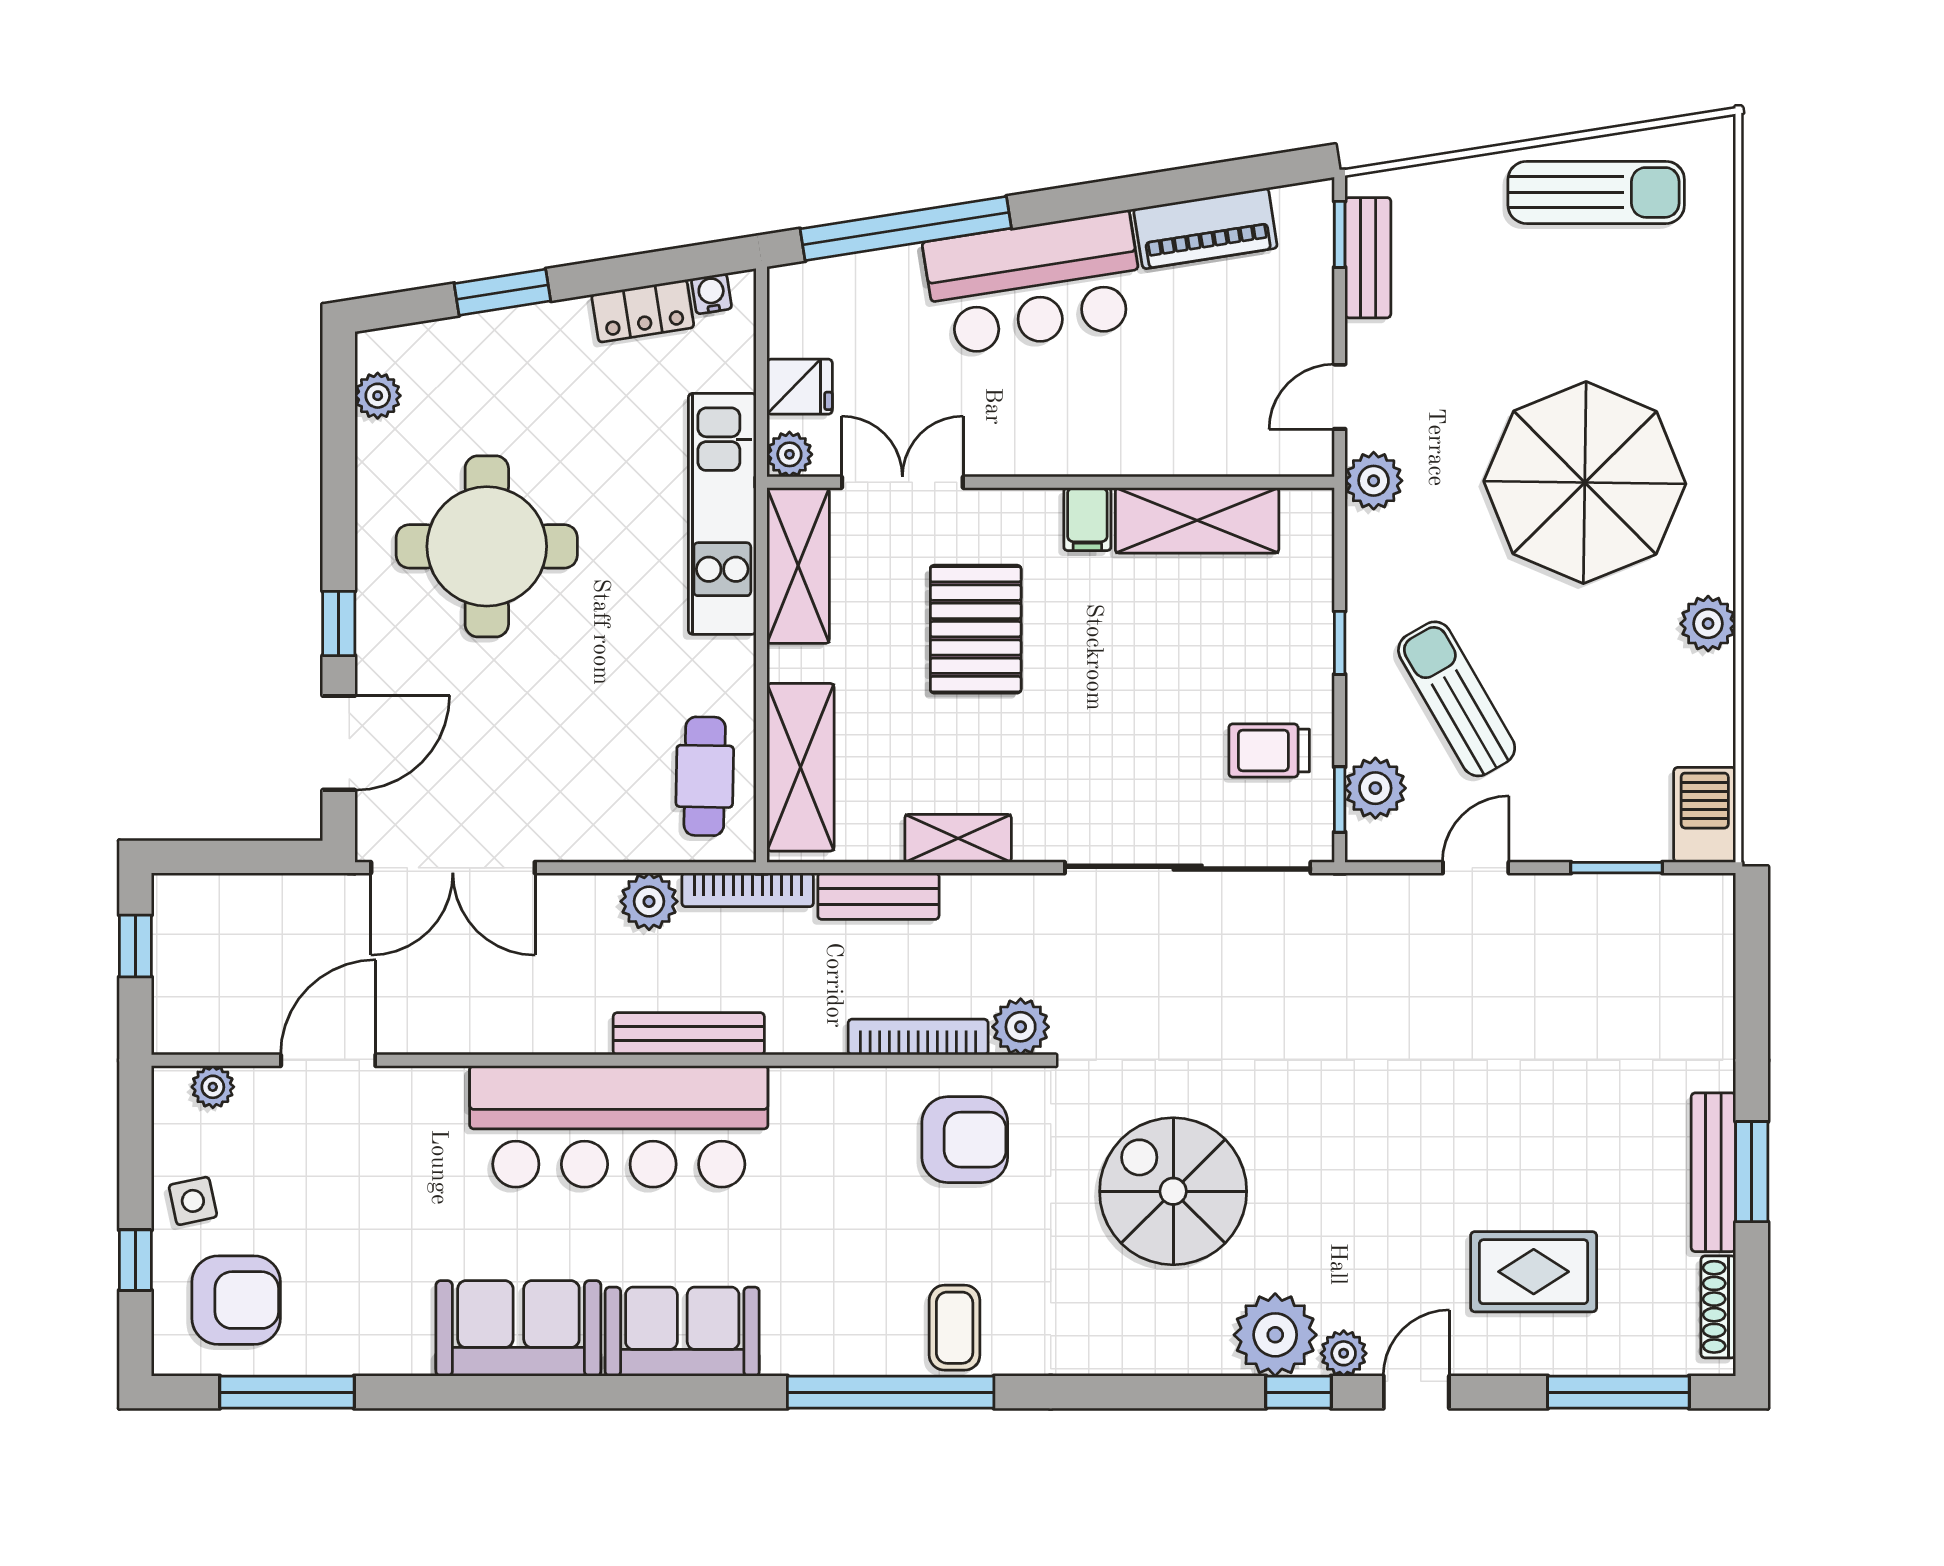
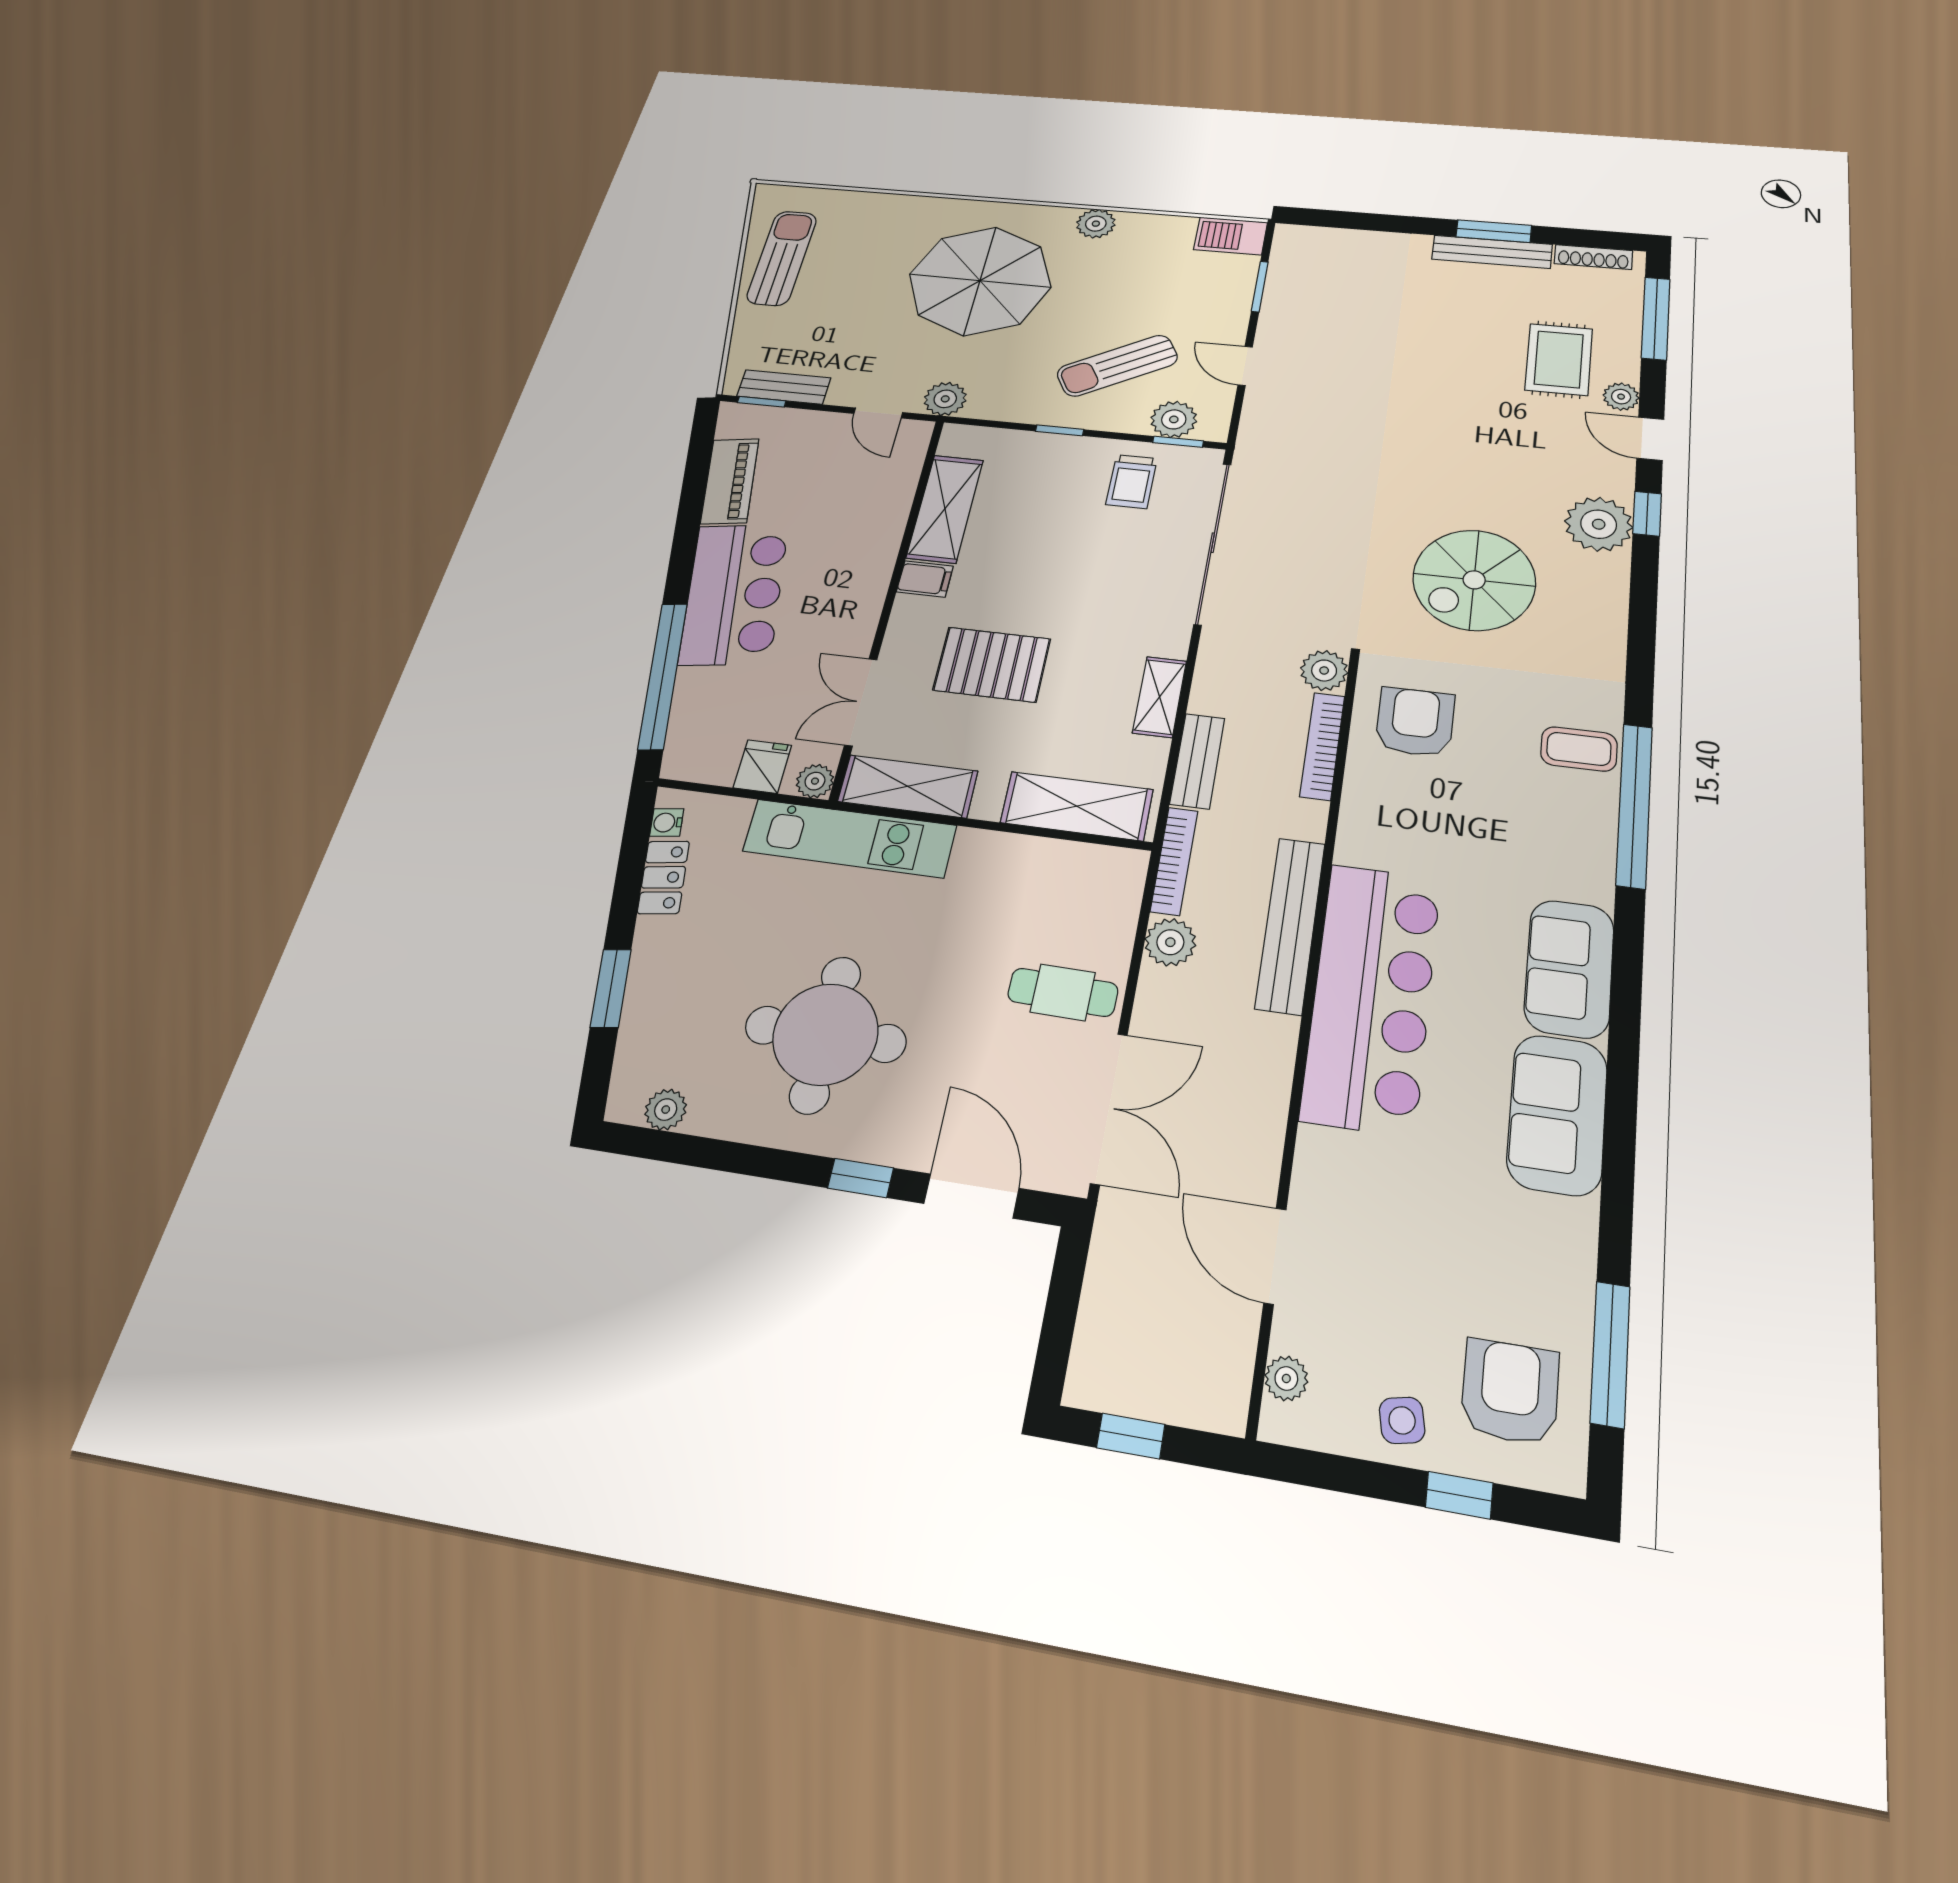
cafe table: (705, 776) -> (1063, 992), moved
bench: (689, 1034) -> (1290, 925), width x1.37, depth x1.21
plant: (1344, 1353) -> (1621, 397), moved

